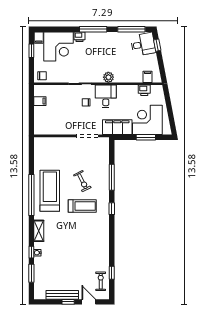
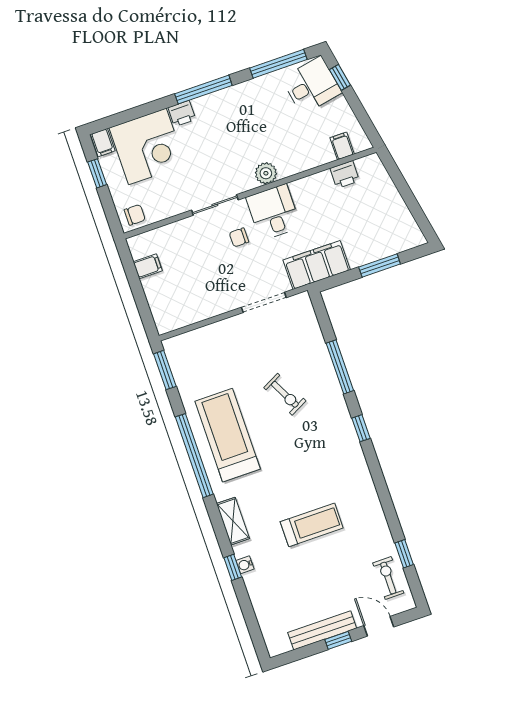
corner desk: (147, 120) -> (371, 231), removed
treadmill: (82, 206) -> (312, 525), moved
window: (31, 273) -> (165, 370), moved

